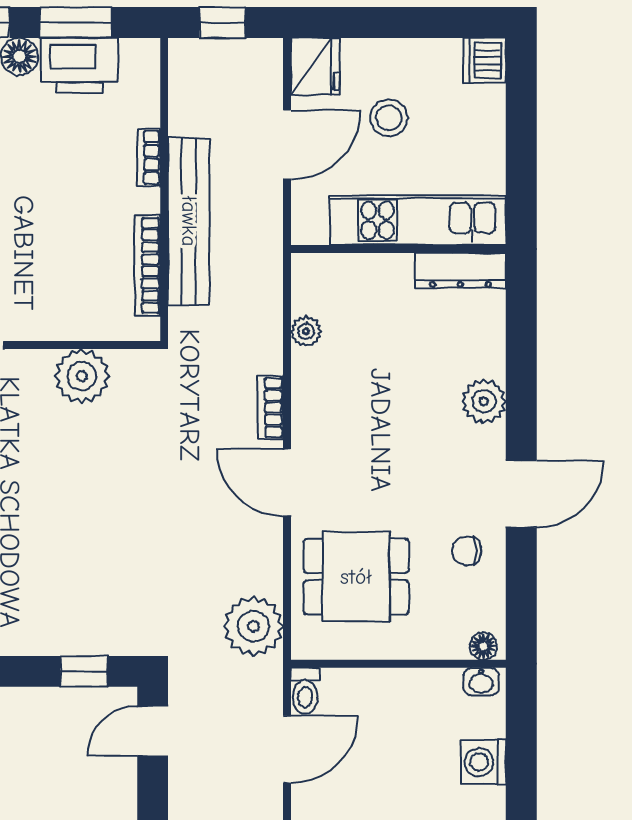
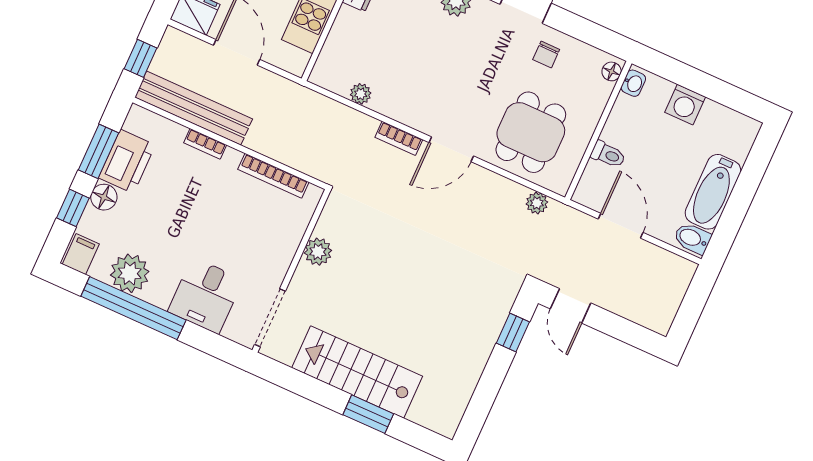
bench: (189, 221) -> (194, 108), moved
plant: (82, 376) -> (318, 252), width x0.73, depth x0.73
plant: (253, 626) -> (537, 203), width x0.53, depth x0.53
toilet: (305, 691) -> (608, 155), moved

